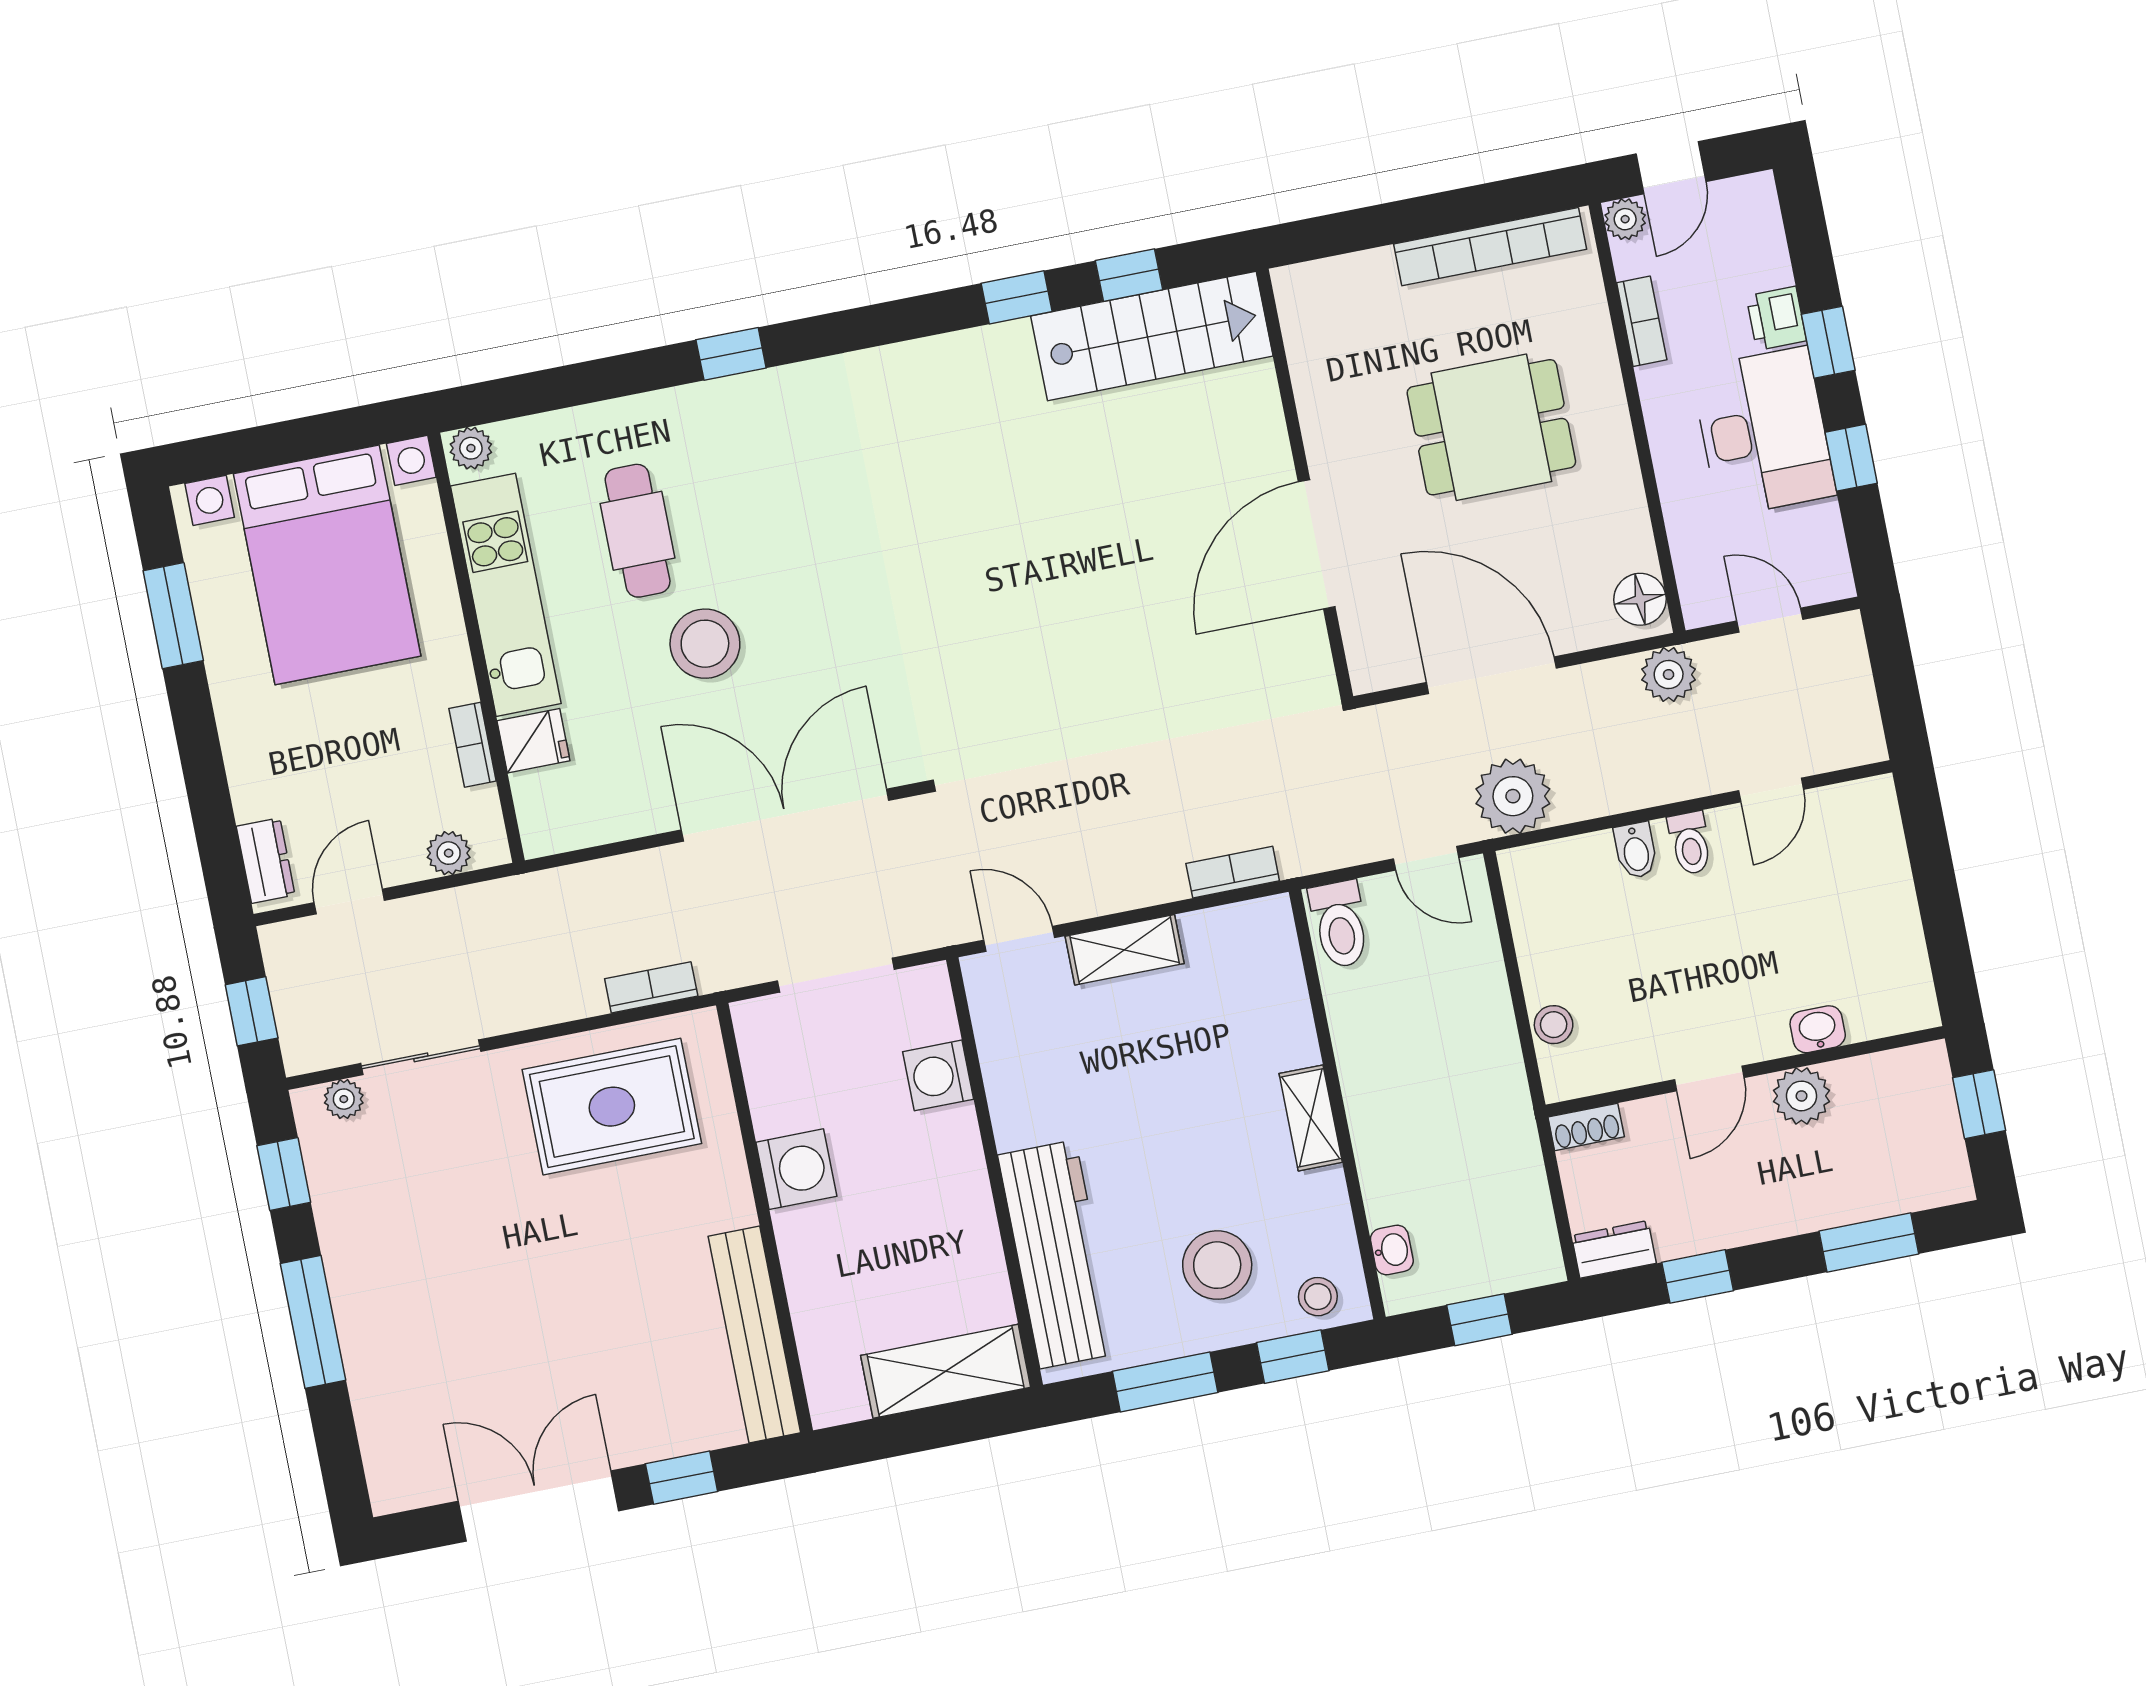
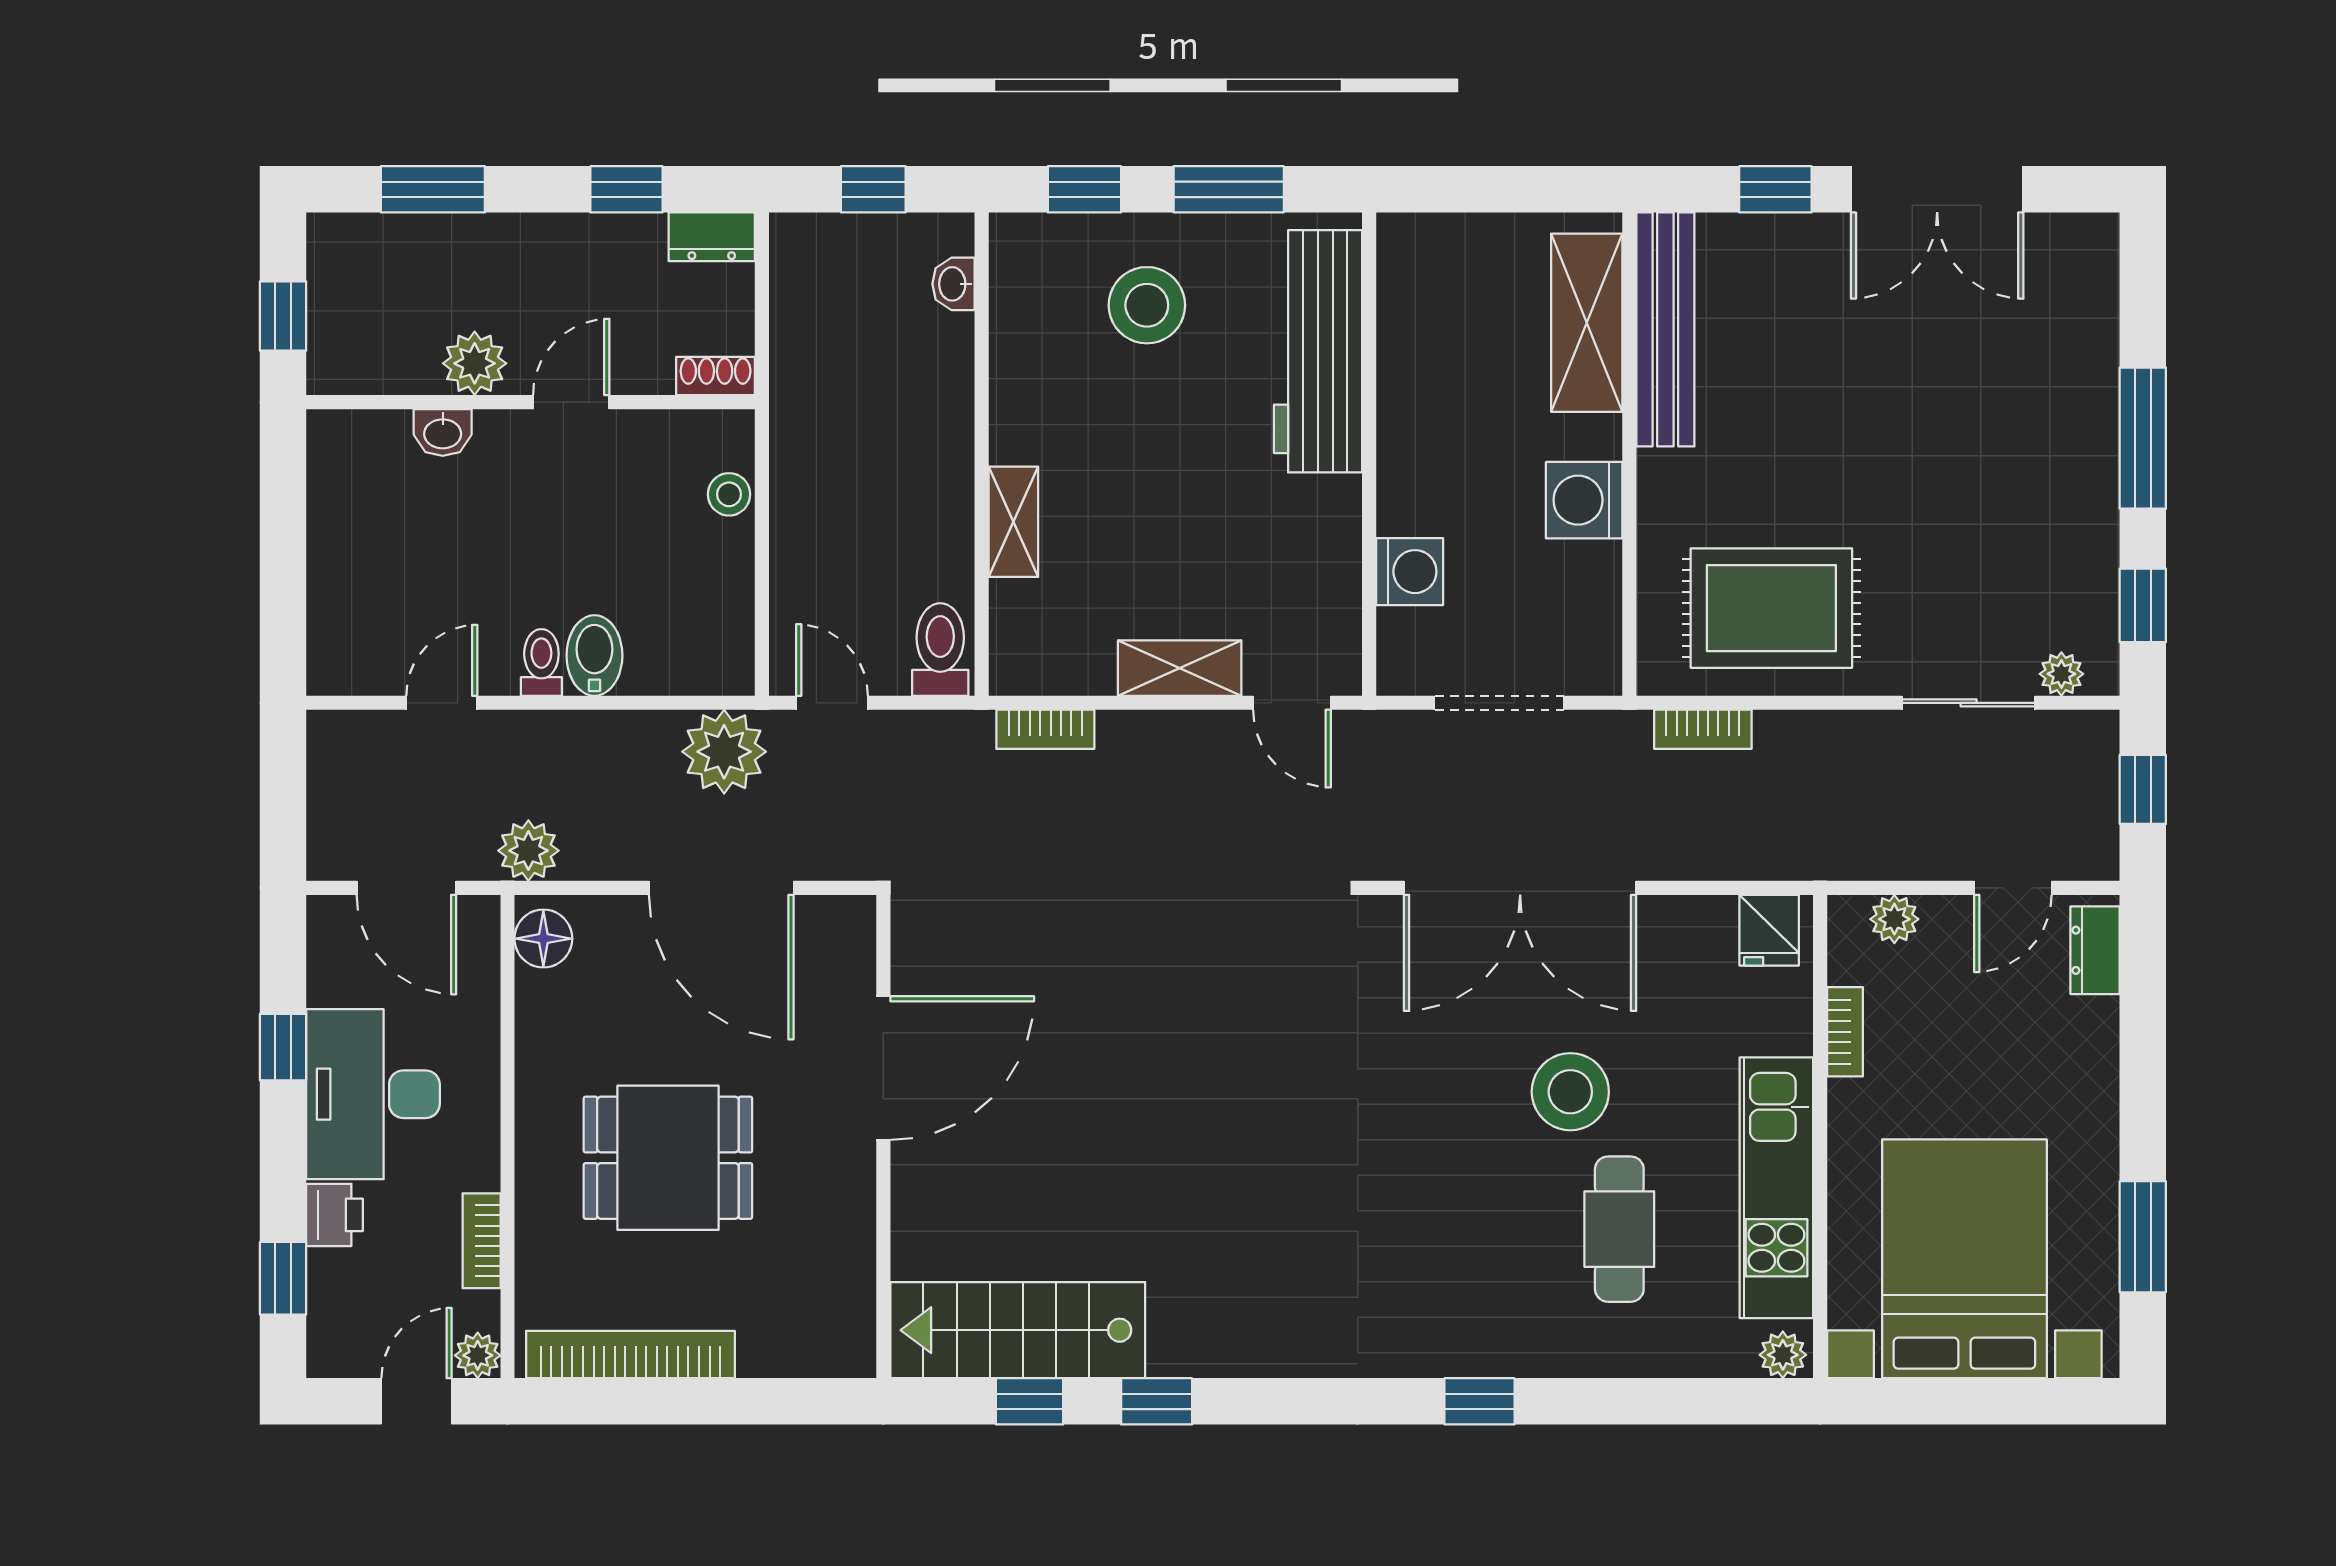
window: (1828, 342) -> (283, 1278), moved
door: (1770, 620) -> (406, 888), width x1.38
fridge: (533, 741) -> (1769, 930), moved, turned -90
bidet: (1636, 850) -> (594, 656), width x1.38, depth x1.36
shelving: (1311, 1118) -> (1013, 522), moved
stool: (1318, 1297) -> (1044, 249), removed
shelving: (946, 1371) -> (1587, 323), moved, turned 90

